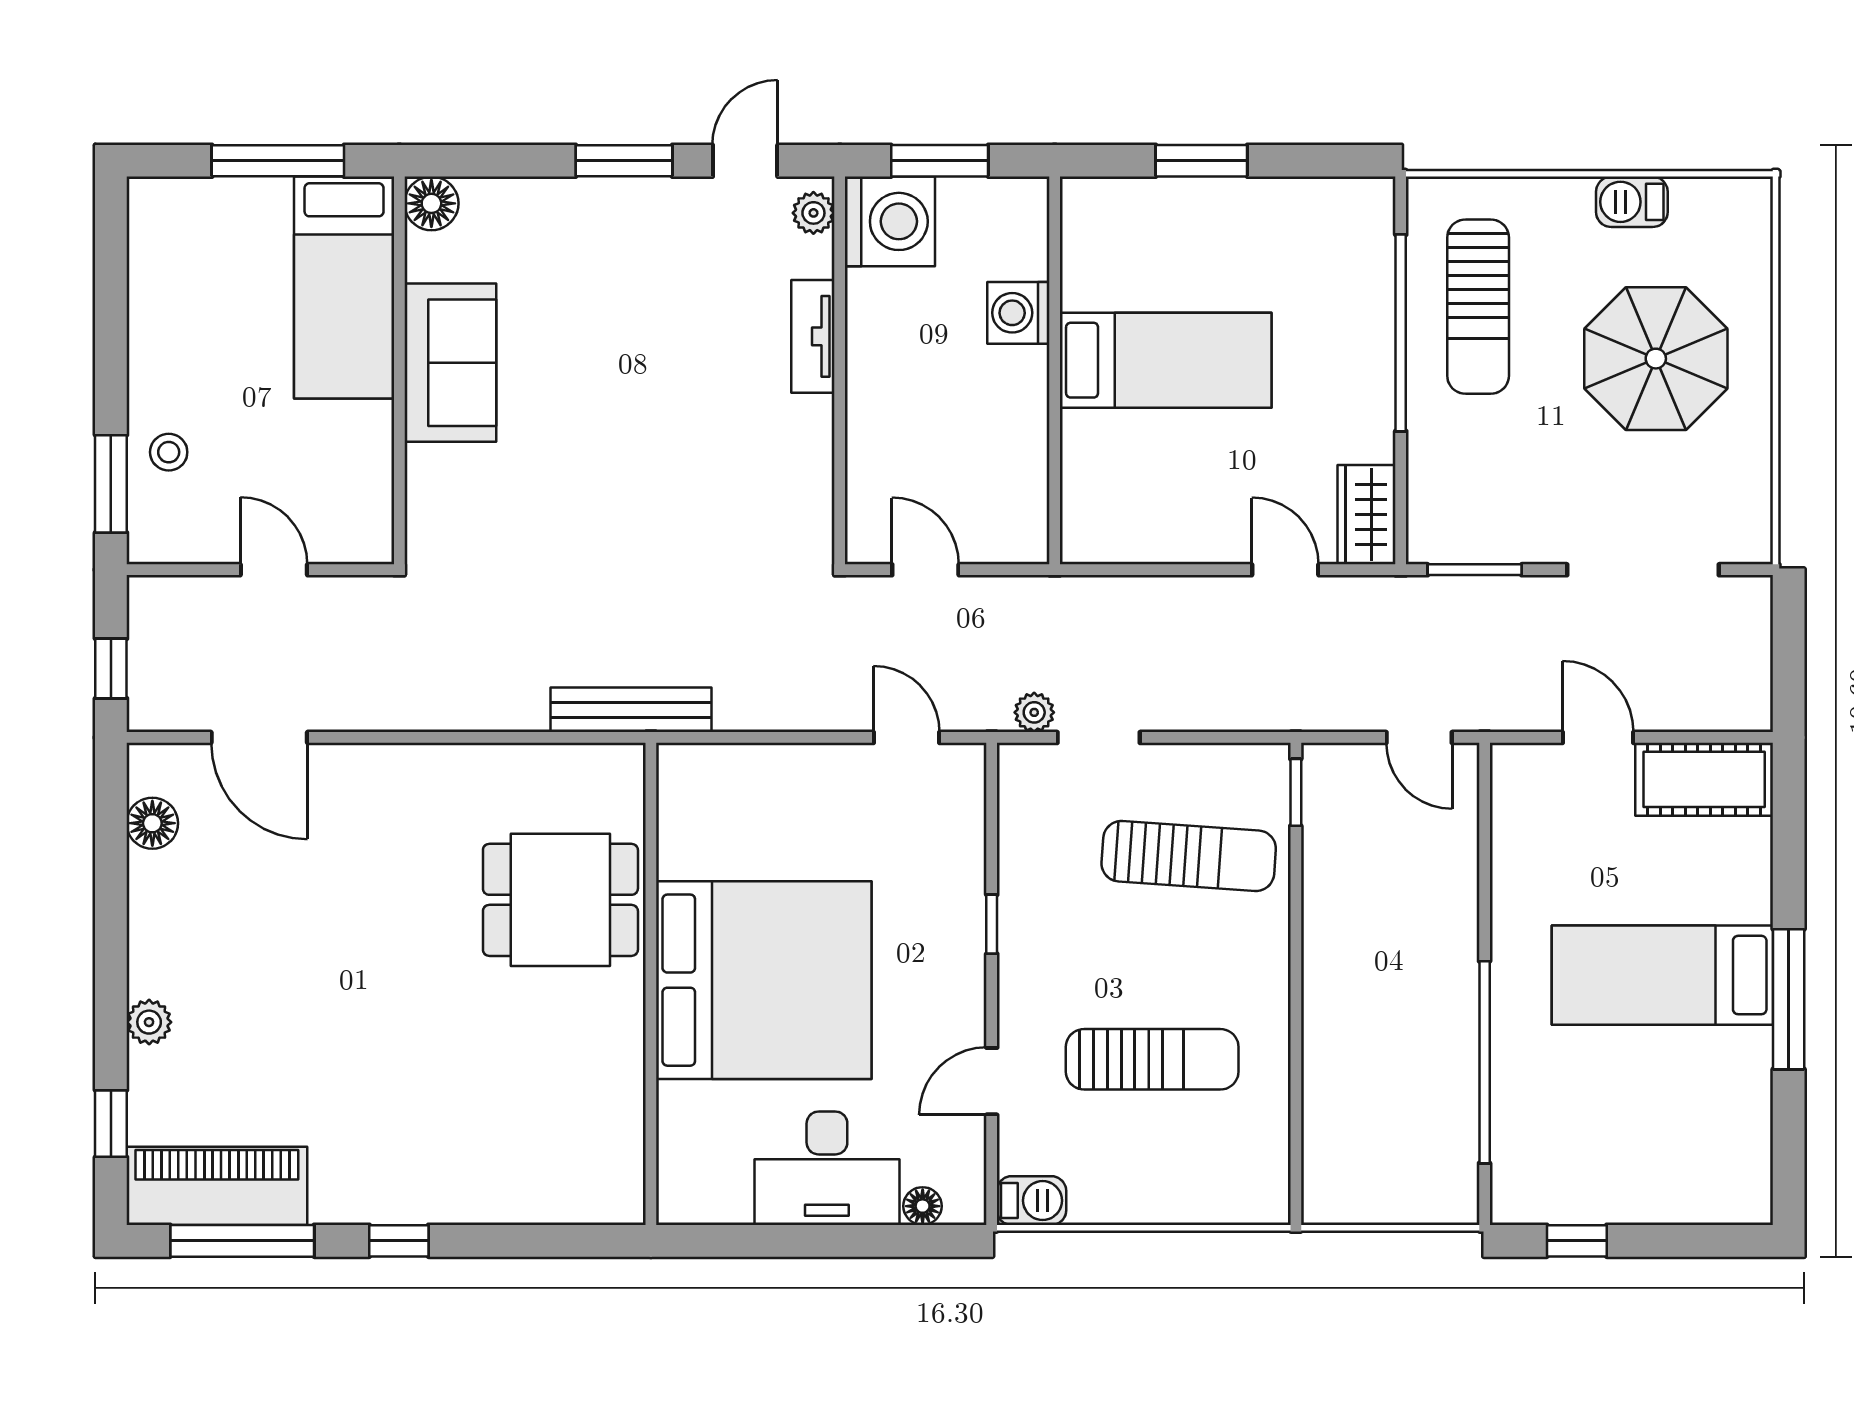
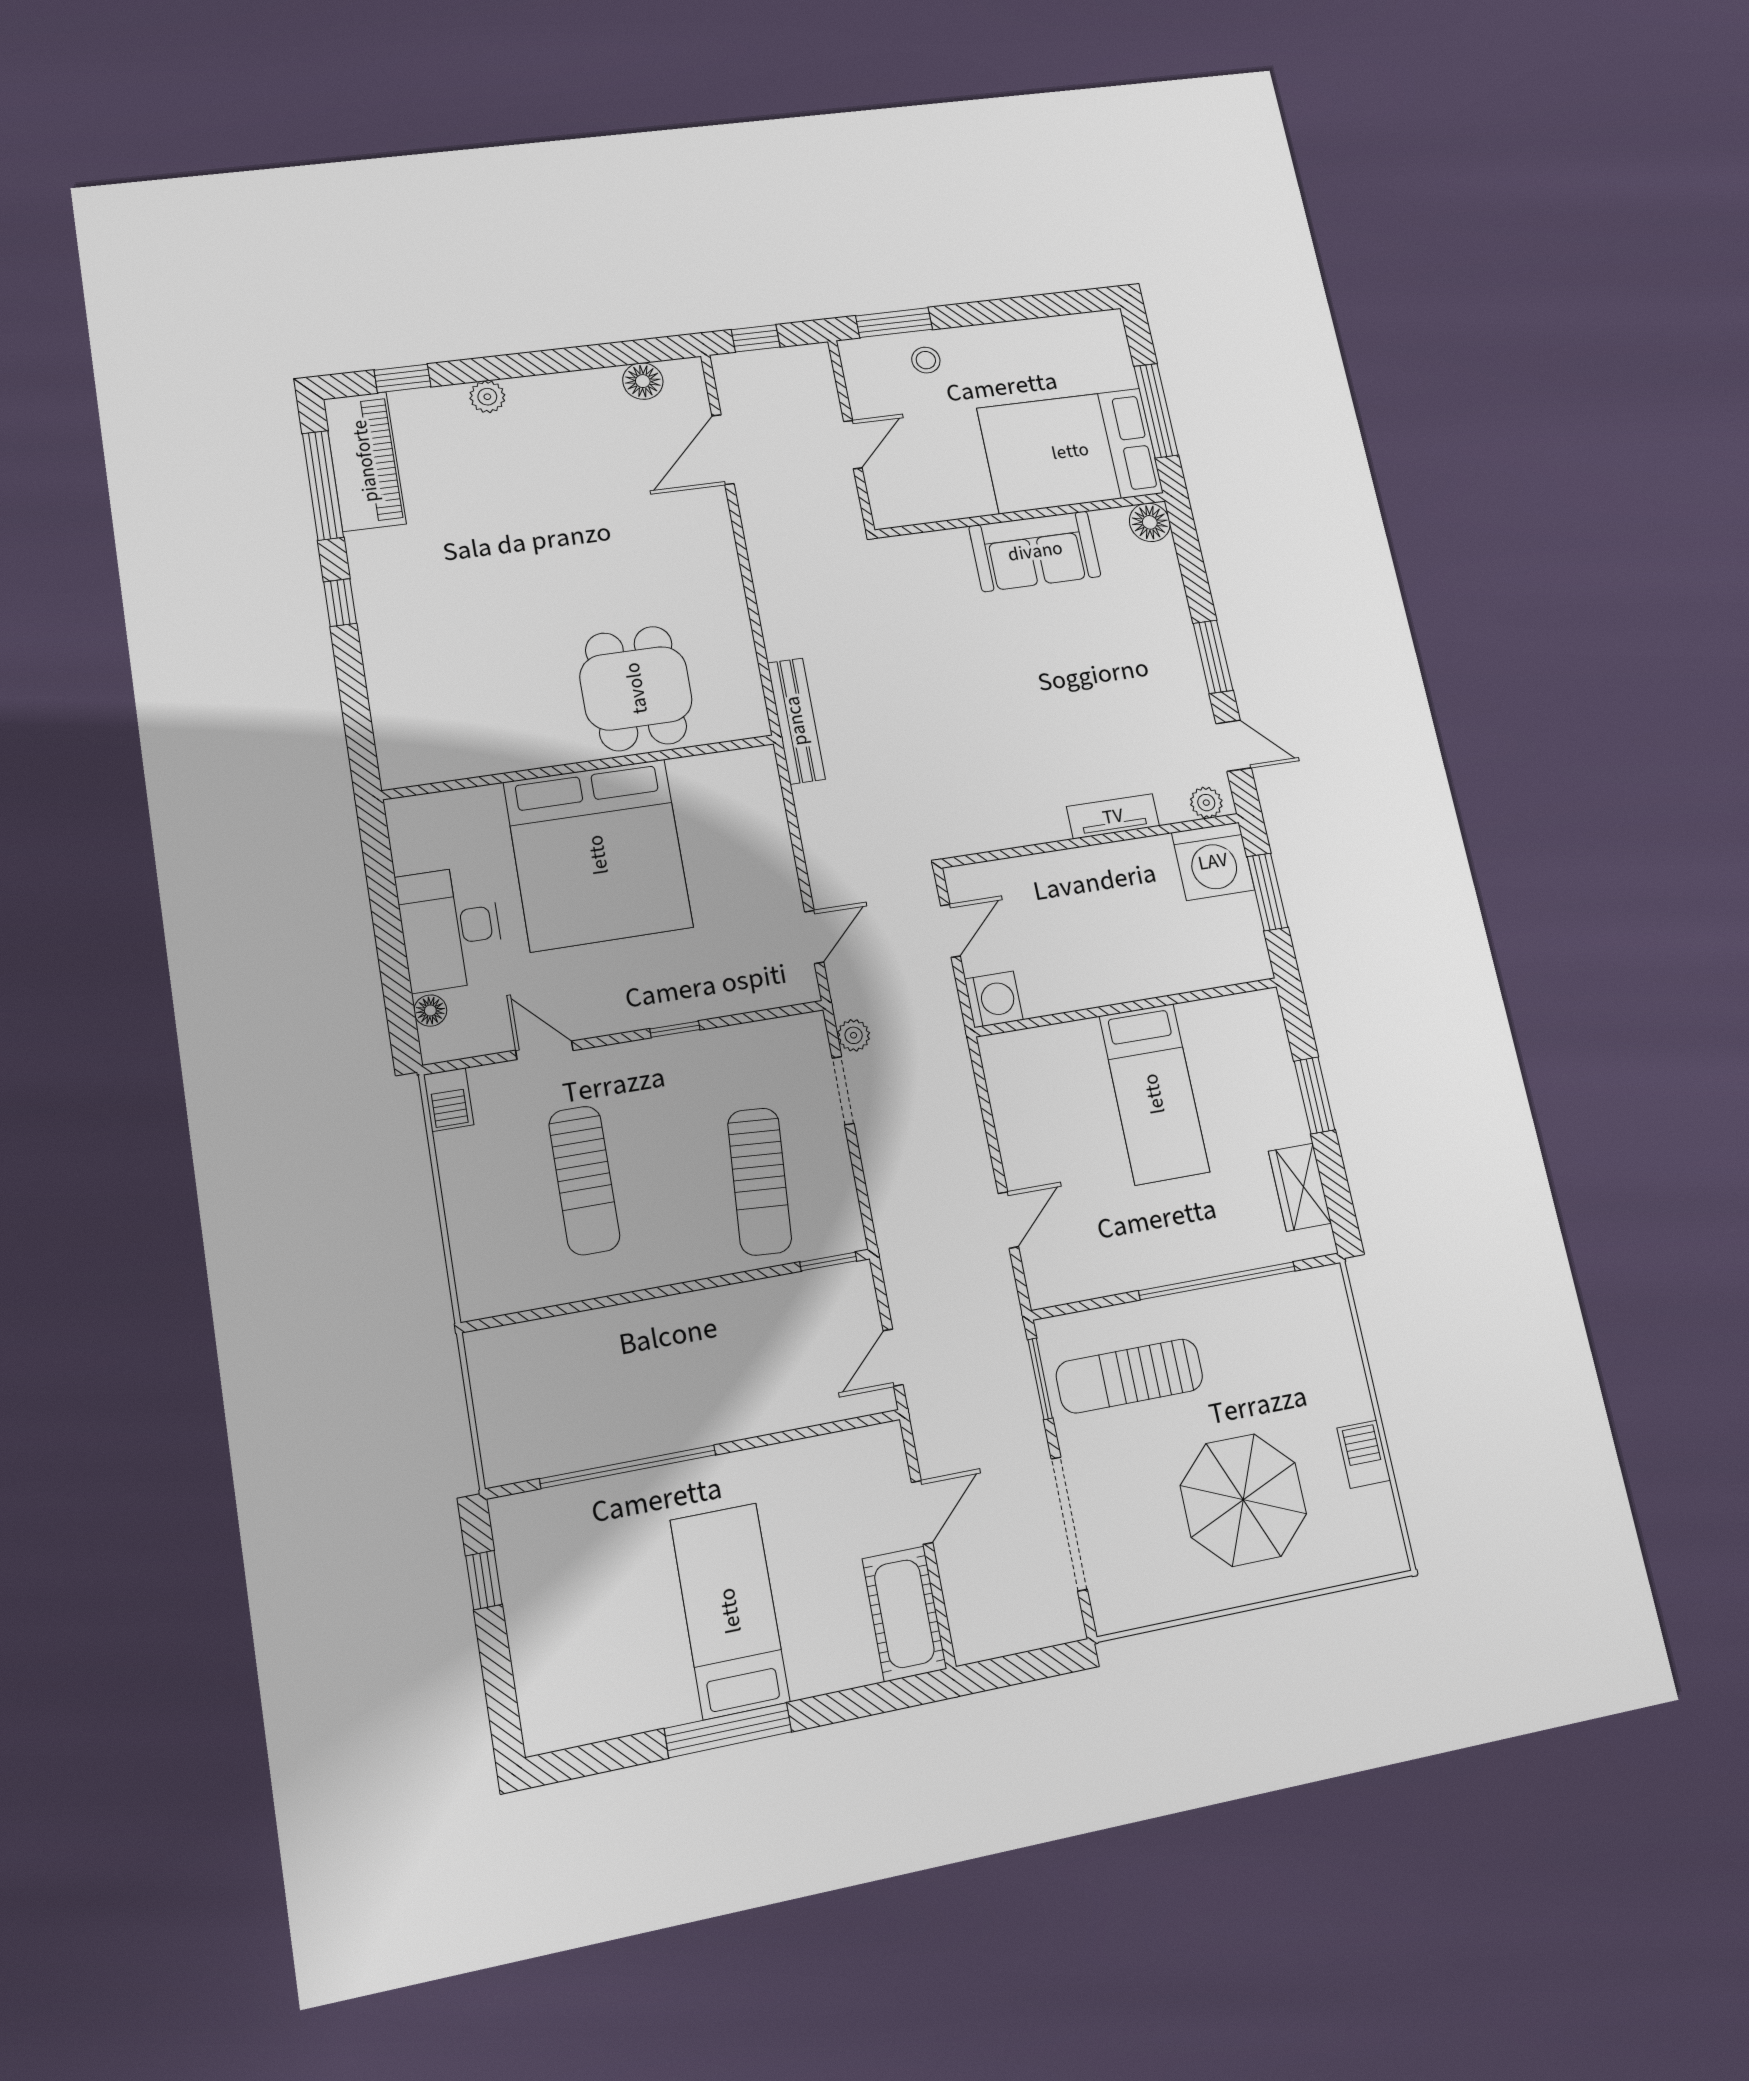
bed: (344, 288) -> (1070, 451), width x1.50
sun lounger: (1478, 307) -> (1130, 1376), moved
washing machine: (1018, 313) -> (994, 999), moved, turned 90
wardrobe: (1367, 515) -> (1300, 1187), moved, turned -90

